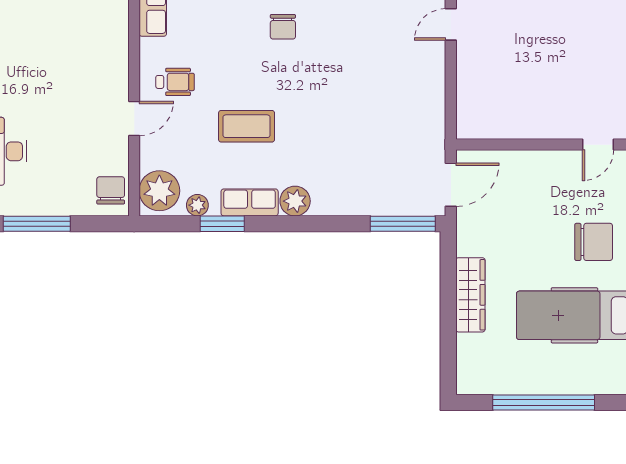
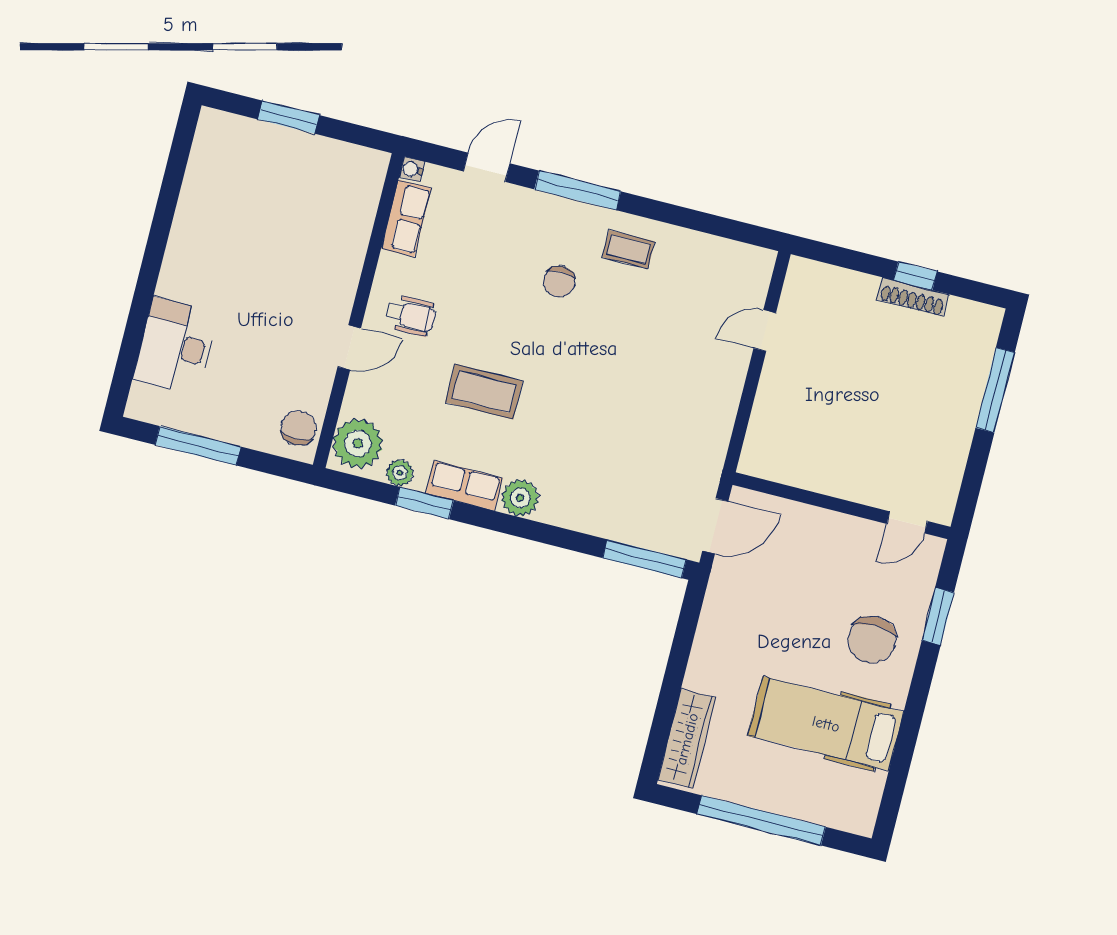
chair: (594, 242) -> (872, 640), turned 90
wardrobe: (470, 295) -> (687, 739), moved

